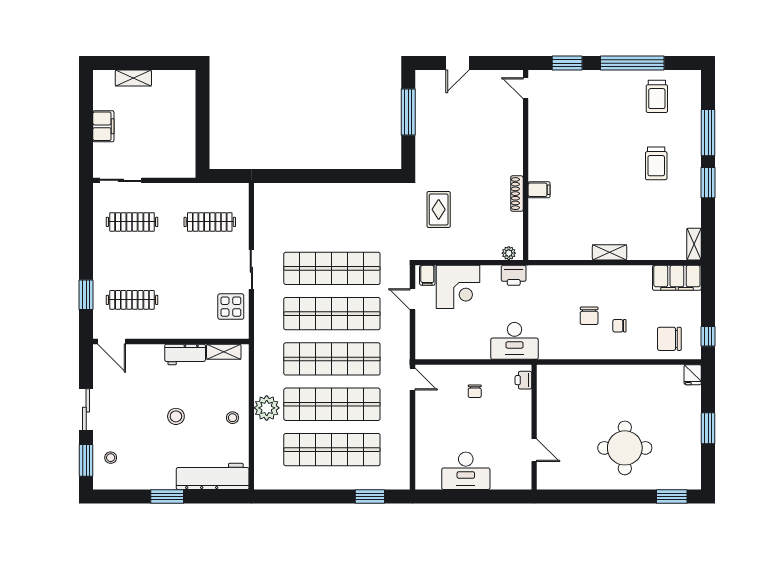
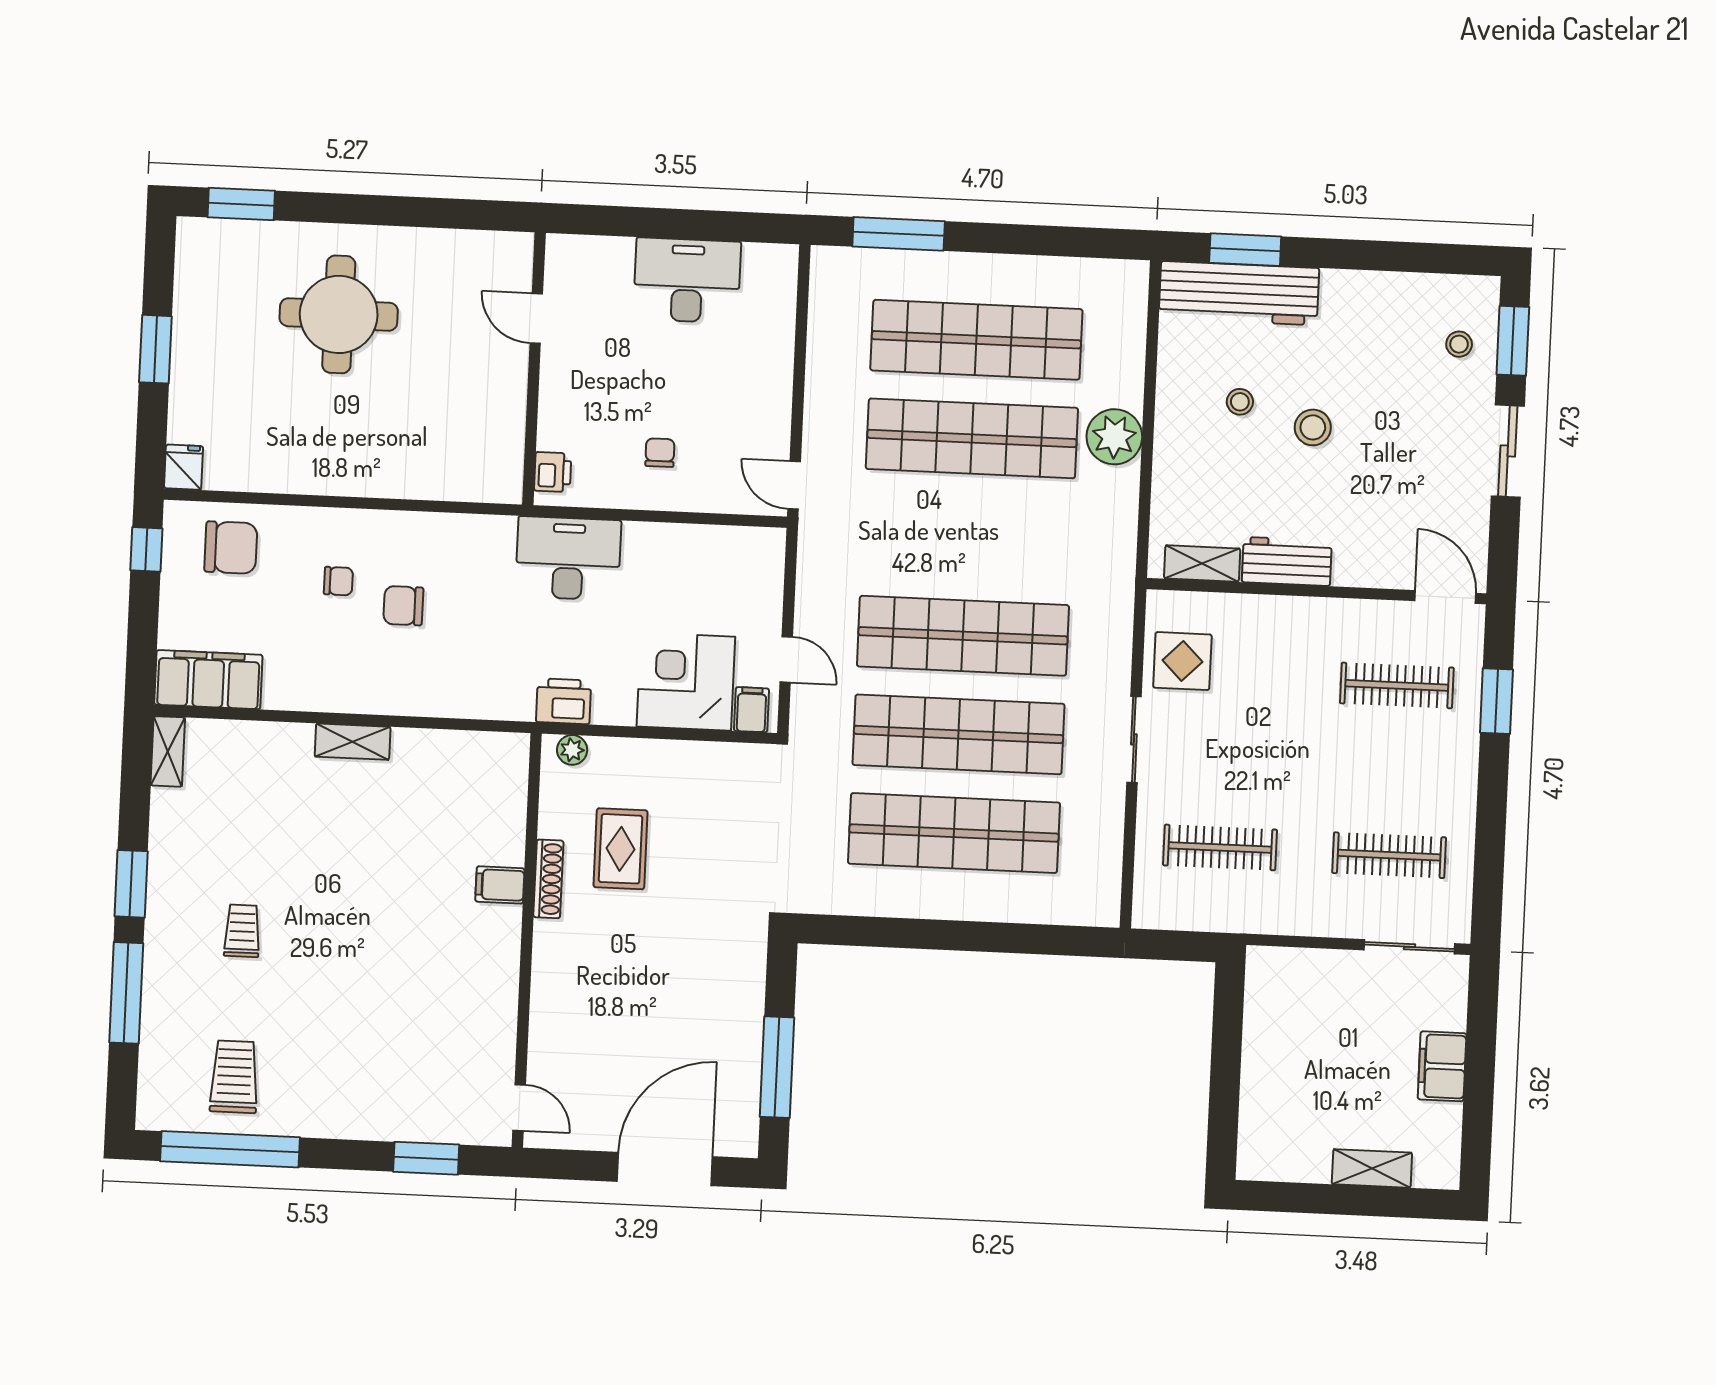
door: (458, 63) -> (665, 1169), width x1.87
window: (632, 63) -> (230, 1149), moved
trolley: (656, 163) -> (242, 931), width x0.73, depth x0.72
rug: (439, 209) -> (621, 849), moved
chair: (589, 316) -> (403, 606), turned -90
shop shelf: (332, 359) -> (954, 833), moved
stool: (233, 418) -> (1240, 402), moved
window: (167, 497) -> (1245, 250), moved
window: (370, 497) -> (899, 234), width x1.44

